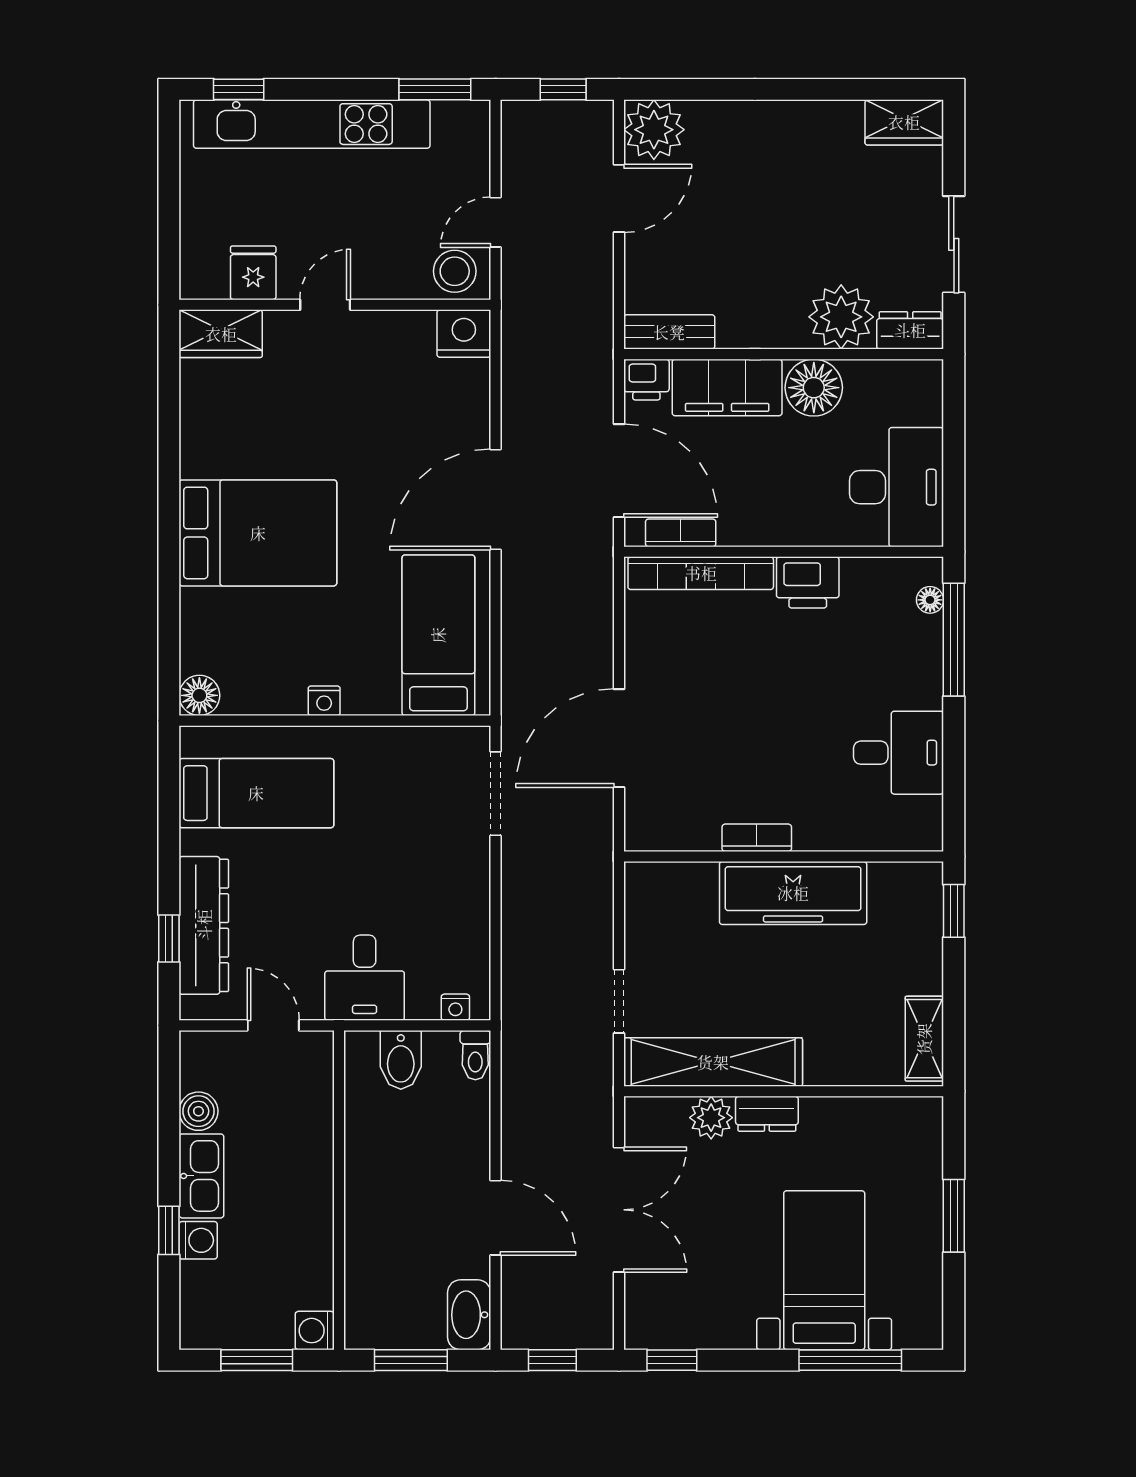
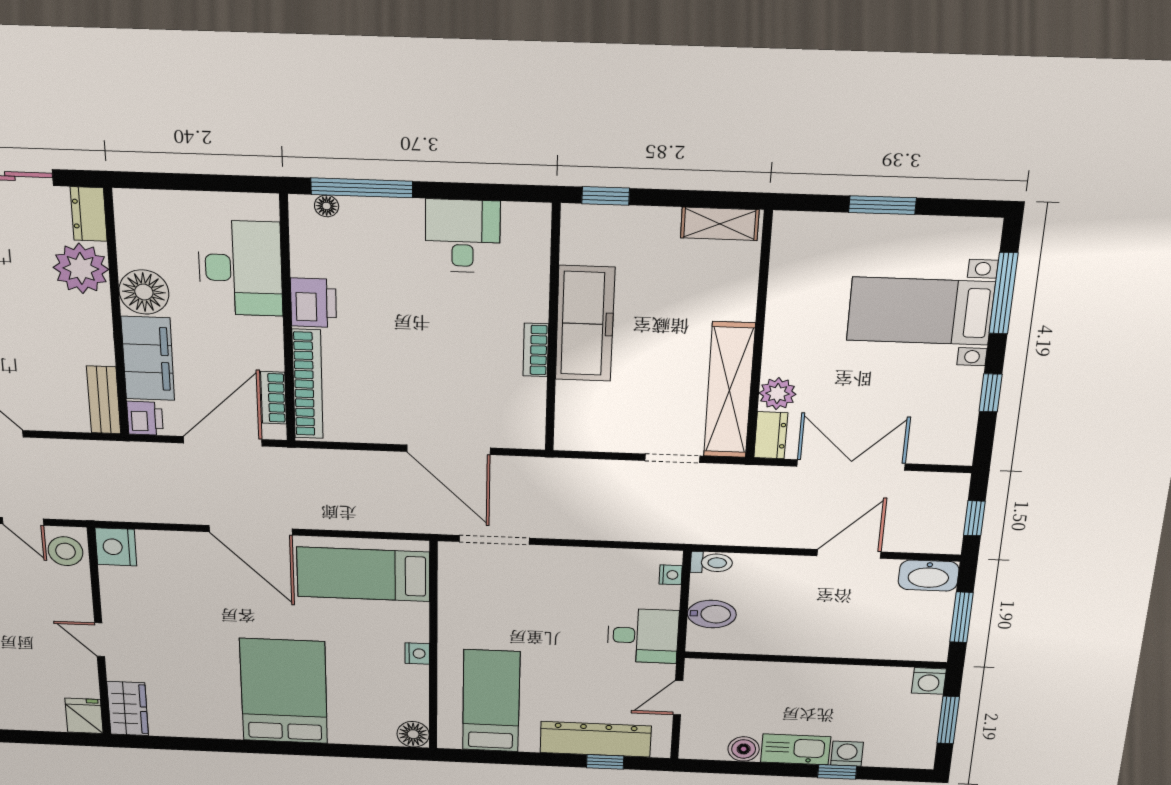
fridge: (253, 273) -> (84, 716), moved, turned 90
desk: (897, 487) -> (240, 268), moved, turned 90
dresser: (767, 1114) -> (771, 435), moved
window: (672, 1360) -> (991, 393), moved

